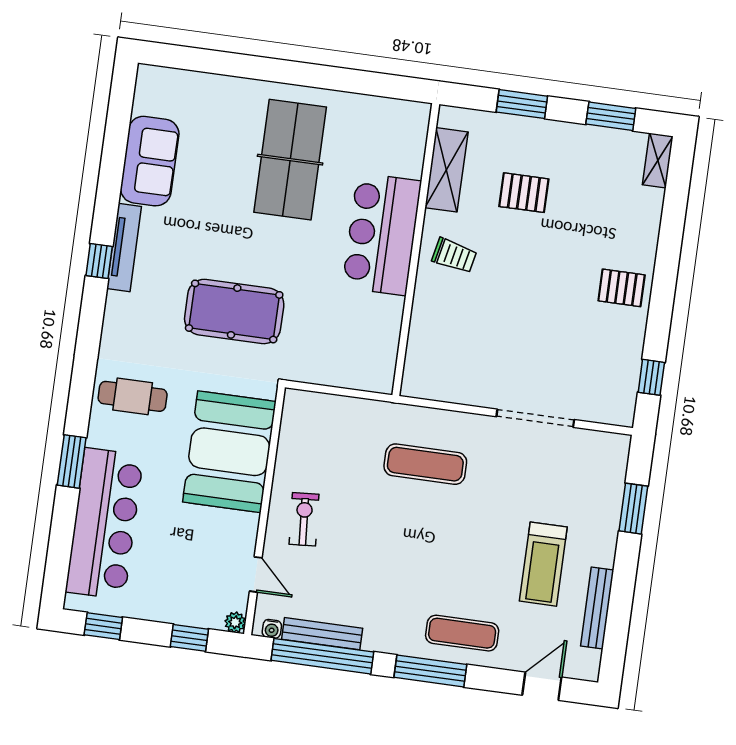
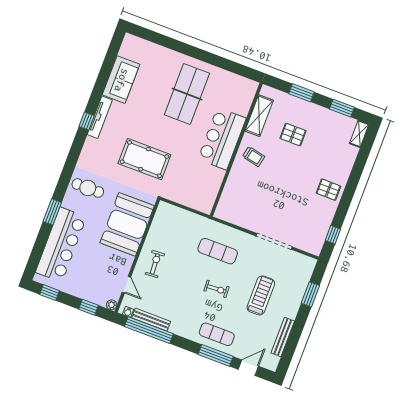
exercise bike: (441, 541) -> (217, 289), added
treadmill: (543, 564) -> (261, 295), moved, turned 180
window: (430, 671) -> (216, 355), moved

